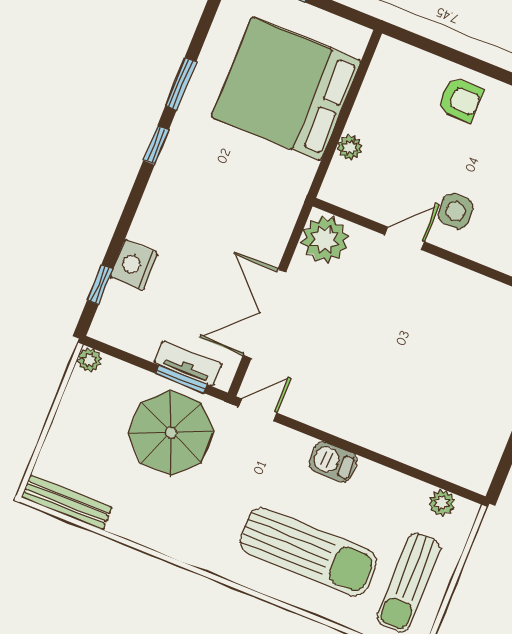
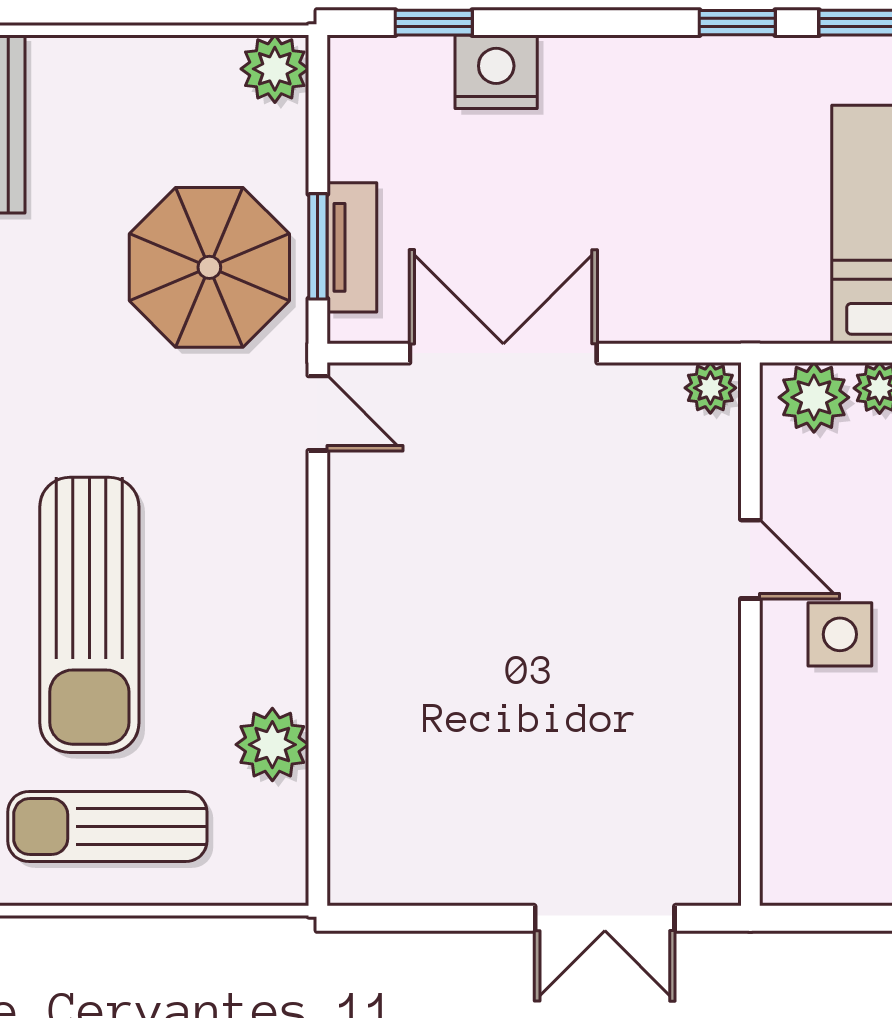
plant: (342, 179) -> (814, 397), added
plant: (325, 239) -> (710, 388), width x0.53, depth x0.53
plant: (89, 360) -> (275, 69), width x1.38, depth x1.38
barbecue: (333, 462) -> (277, 594), removed
plant: (442, 503) -> (272, 745), moved, width x1.38, depth x1.38

